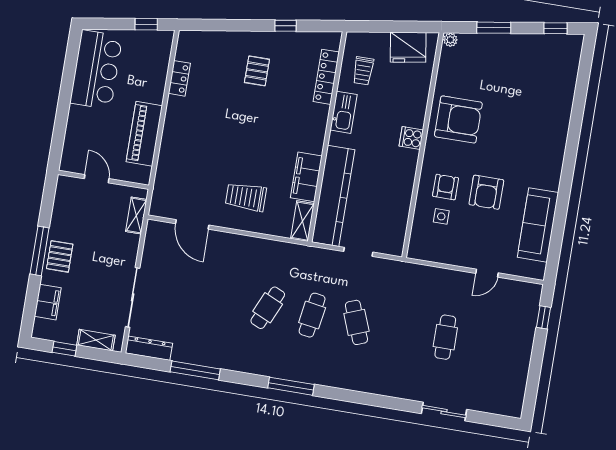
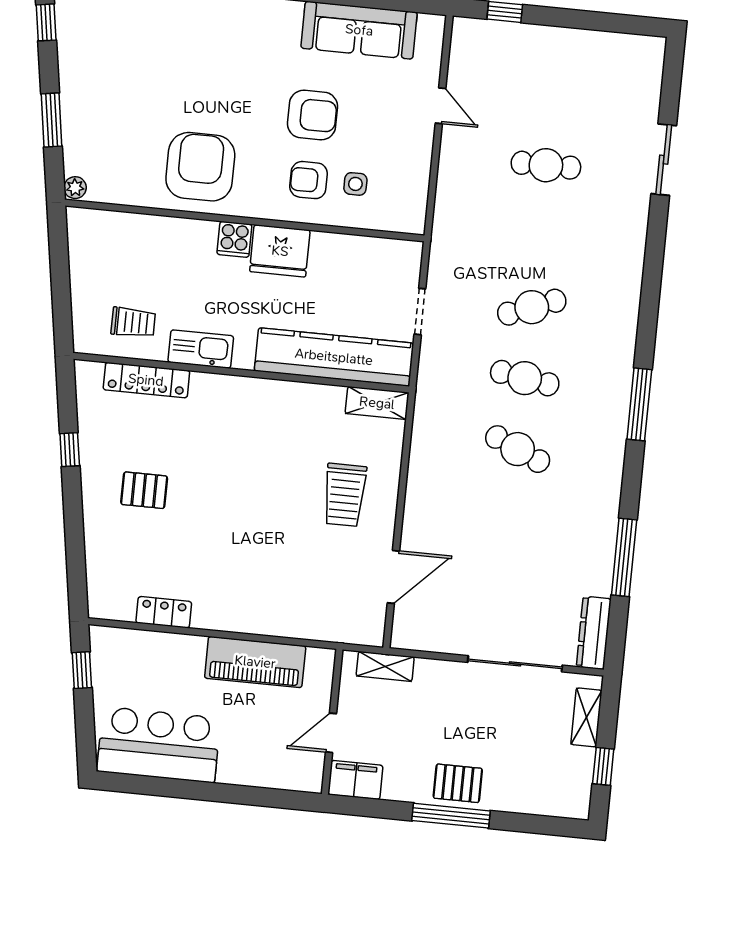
fridge: (408, 47) -> (280, 251), moved, turned 99
filing cabinet: (306, 177) -> (307, 401), removed
filing cabinet: (48, 302) -> (355, 780), moved

